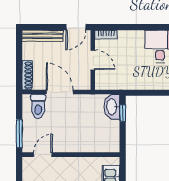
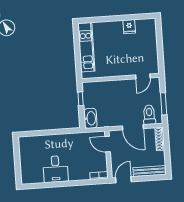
door: (93, 60) -> (108, 144), moved
window: (123, 113) -> (81, 99), moved
window: (19, 134) -> (164, 104), moved

